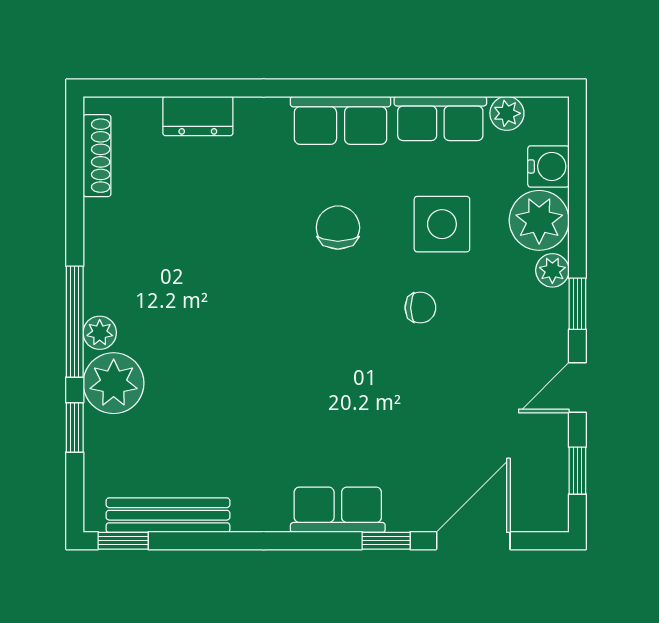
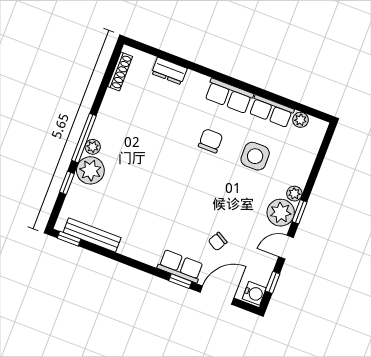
water cooler: (548, 166) -> (254, 293), moved
plant: (539, 220) -> (281, 213), moved
chair: (420, 308) -> (218, 241), moved, turned 120
row of seats: (338, 510) -> (180, 266), moved

